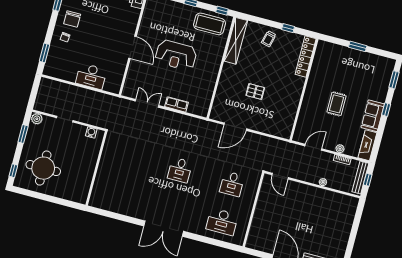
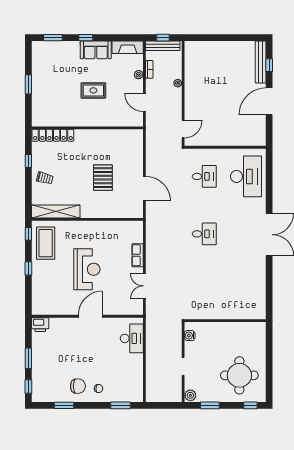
desk: (91, 76) -> (132, 338), moved
pallet: (255, 92) -> (103, 178), width x1.50, depth x1.42
desk: (222, 222) -> (246, 176), width x1.36, depth x1.30

